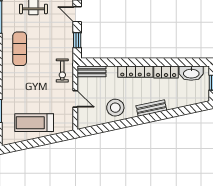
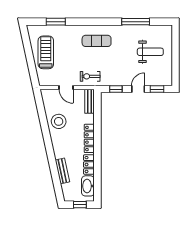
exercise mat: (20, 49) -> (97, 41), moved
door: (75, 99) -> (66, 87), hinge flipped
bench: (151, 108) -> (62, 171), moved

